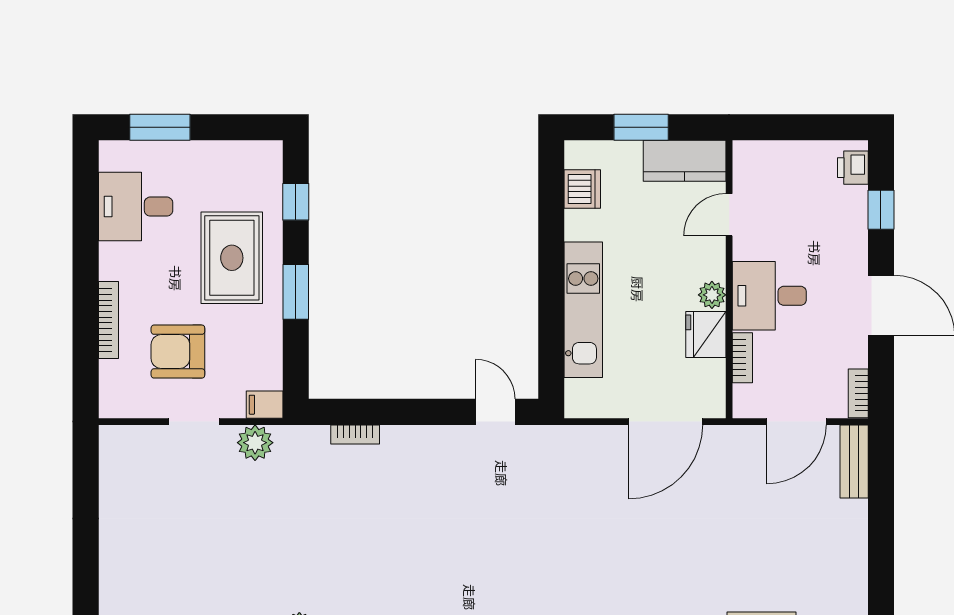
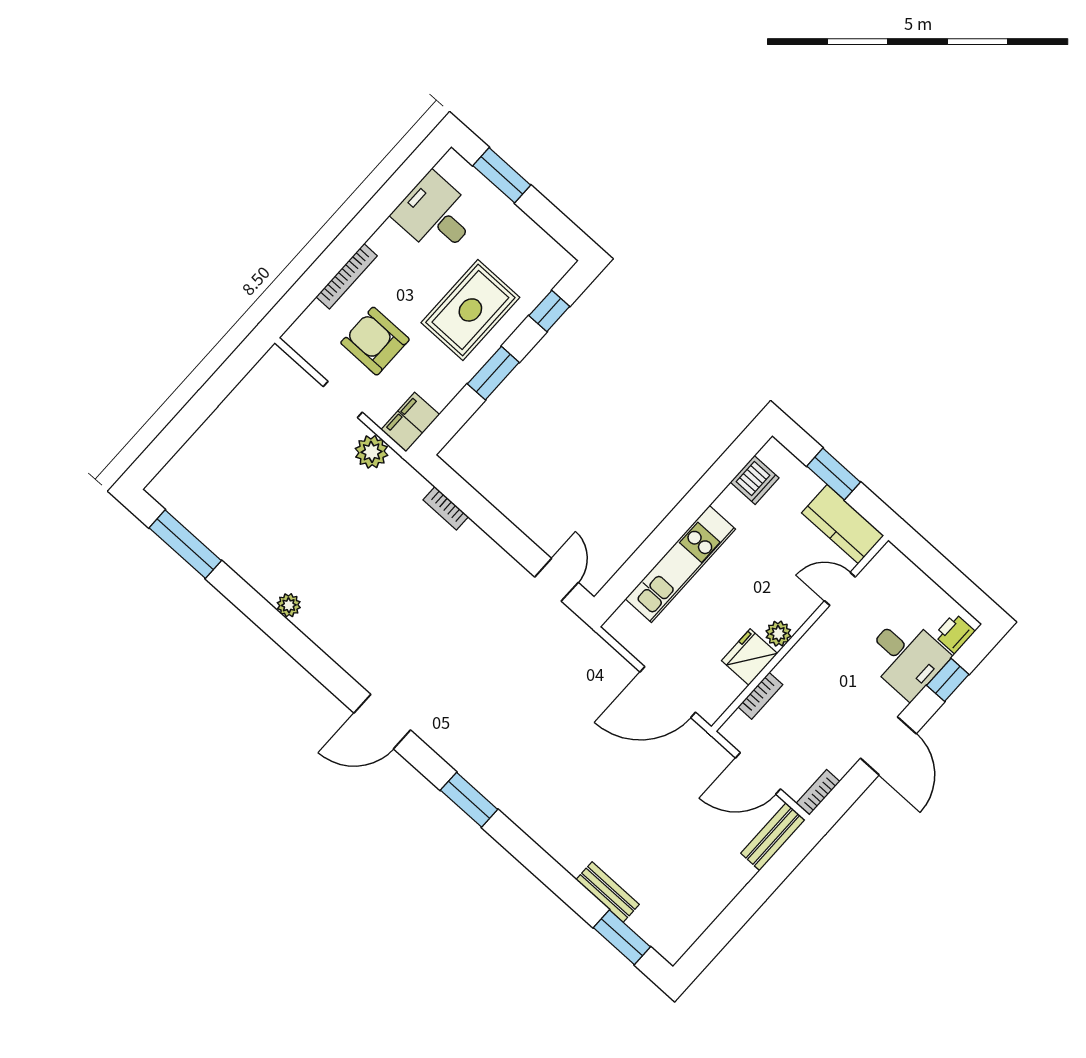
desk: (769, 296) -> (906, 657), moved, turned 180
filing cabinet: (265, 405) -> (410, 422), width x2.00

